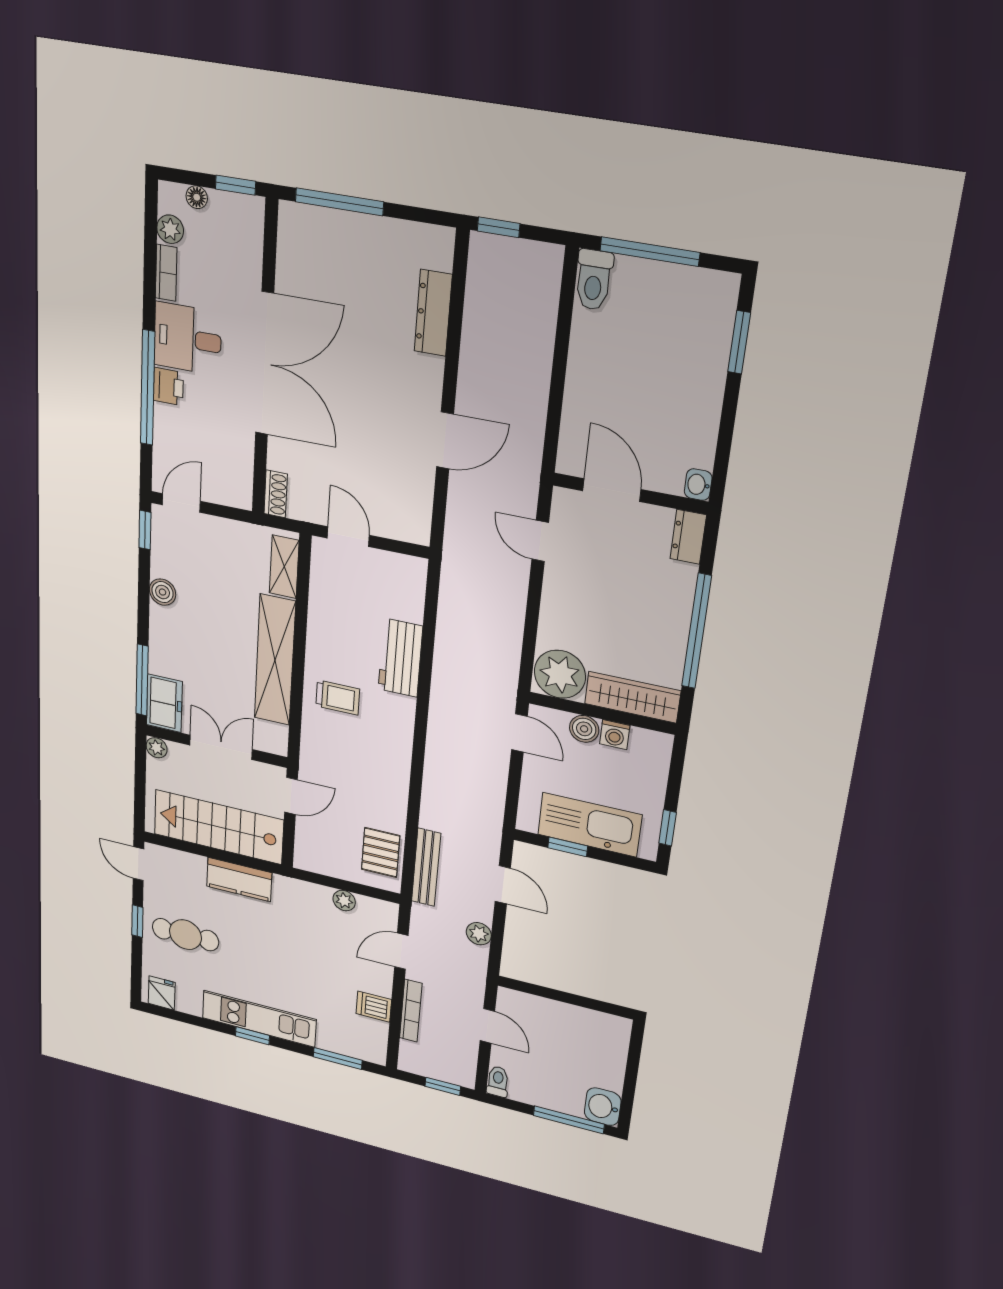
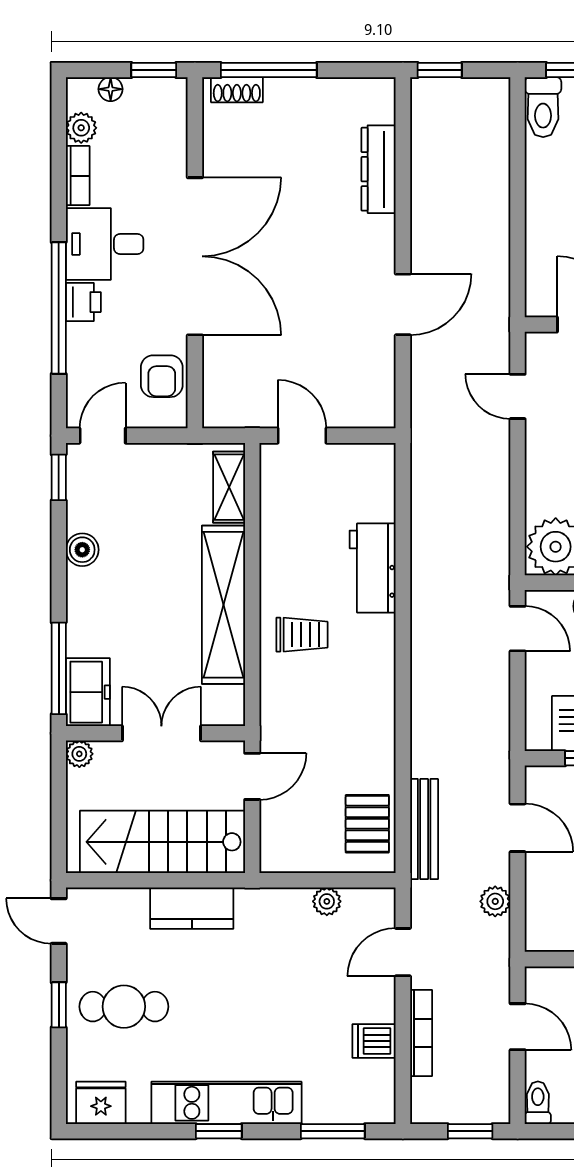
armchair: (232, 463) -> (162, 376), added
shoe rack: (276, 494) -> (237, 90), moved, turned 90
fridge: (162, 993) -> (101, 1103), width x1.38

